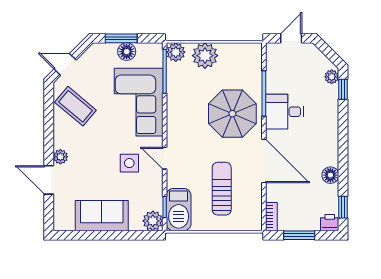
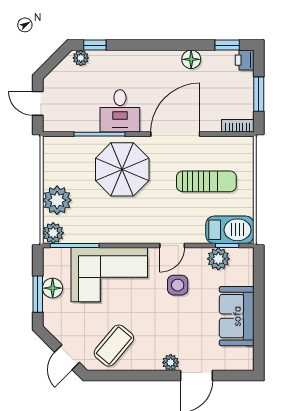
sun lounger: (222, 189) -> (206, 181), turned 180
plant: (153, 221) -> (218, 259), moved

